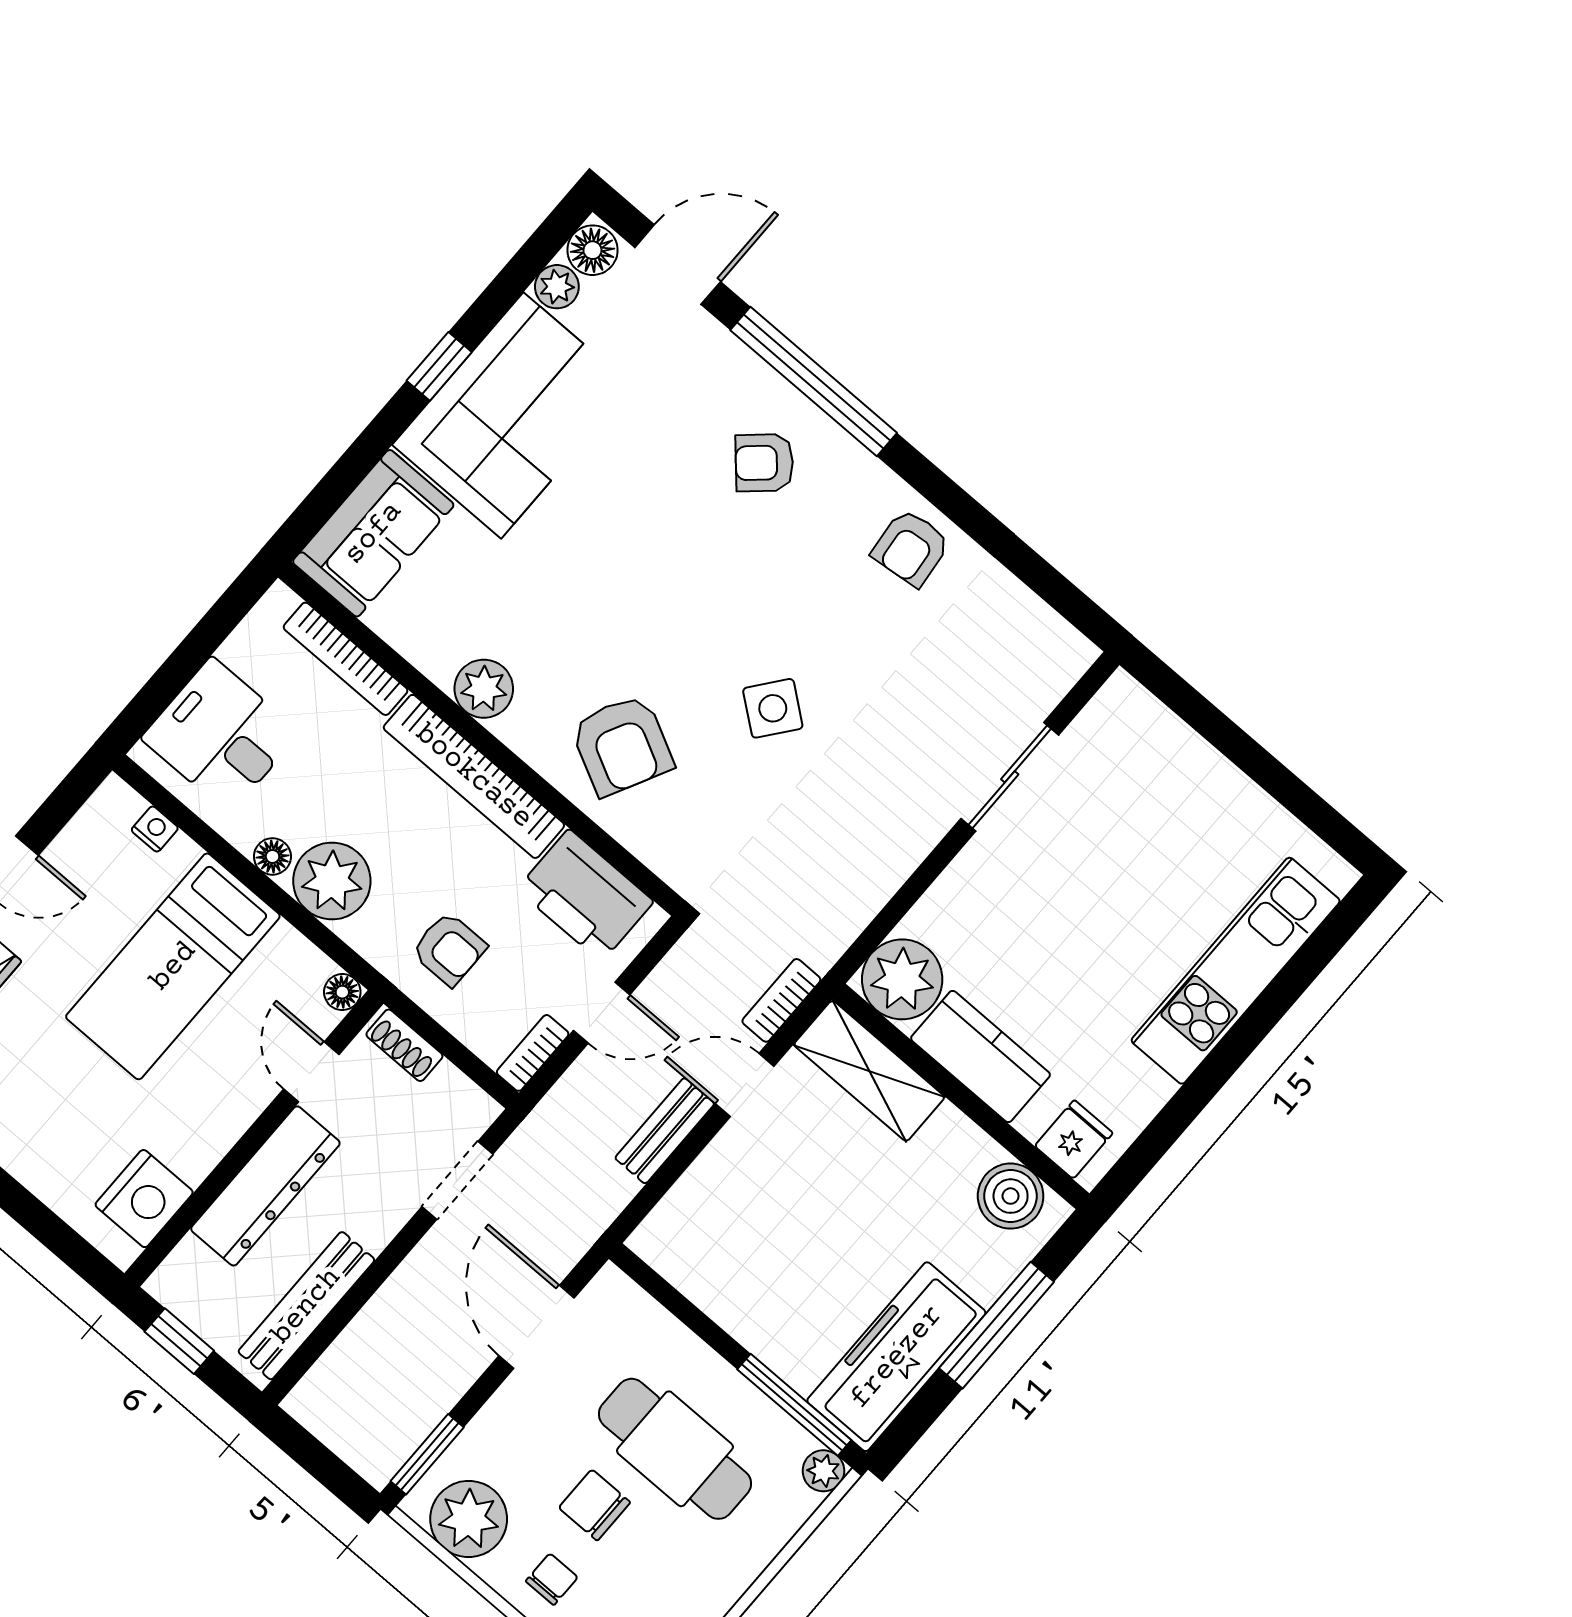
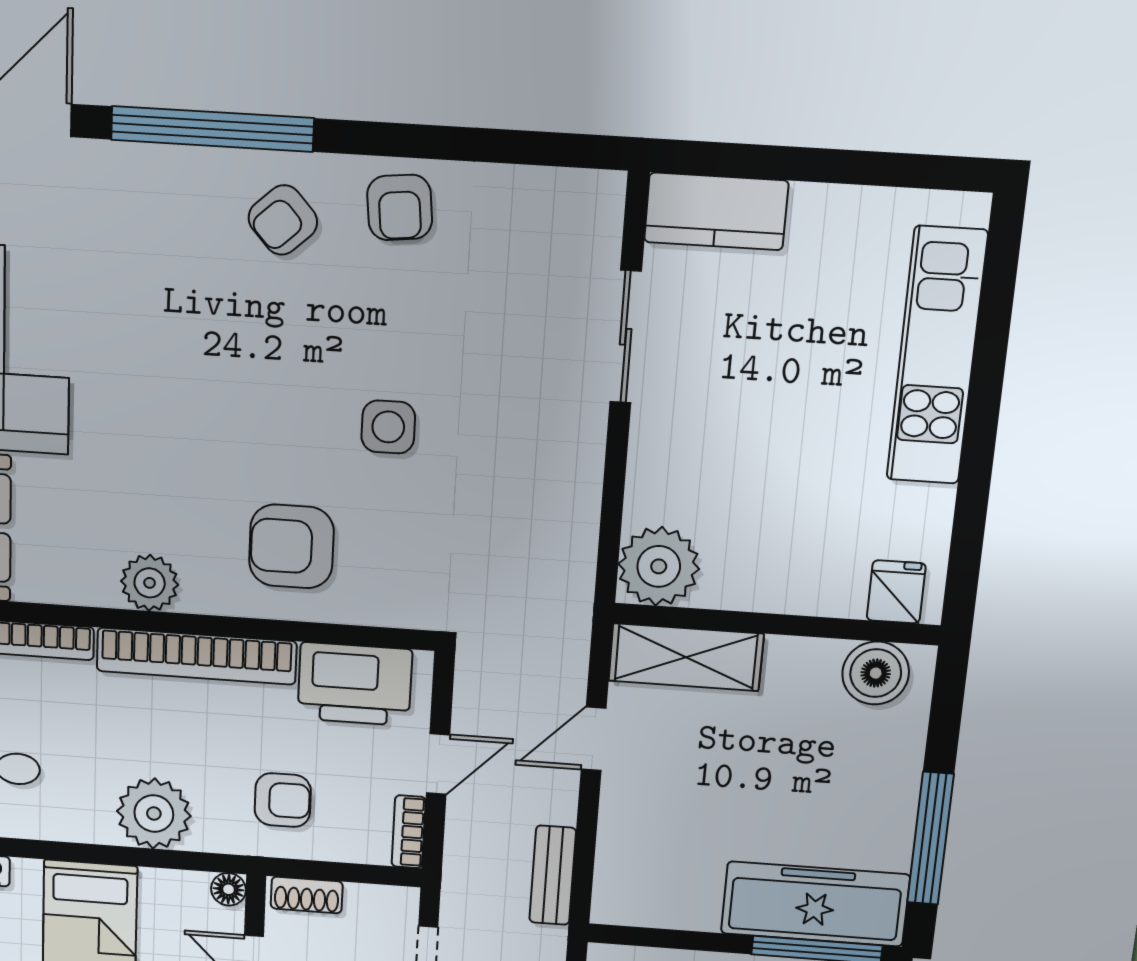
armchair: (764, 463) -> (283, 220), moved
side table: (773, 708) -> (388, 427), turned -38
armchair: (622, 745) -> (291, 546), turned 153
floor lamp: (272, 856) -> (95, 828), removed
bookcase: (781, 1000) -> (573, 653), removed
kitchen counter: (980, 1057) -> (716, 211), moved, turned 180
bench: (665, 1131) -> (553, 875), moved
window: (997, 1325) -> (930, 838), moved
freezer: (896, 1357) -> (815, 904), moved, turned 90

